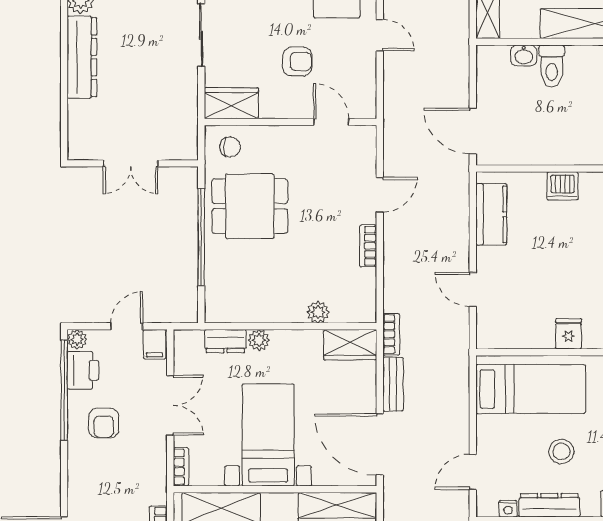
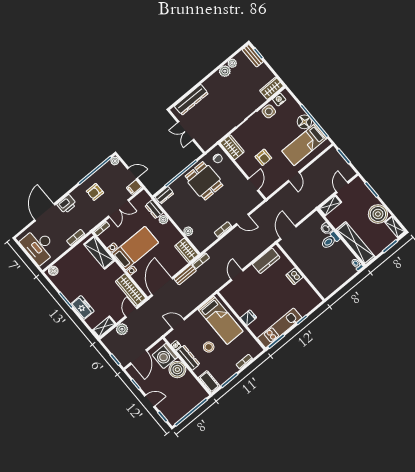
dresser: (82, 57) -> (191, 100), moved
dresser: (216, 301) -> (164, 195), added
printer: (83, 370) -> (67, 204), moved

